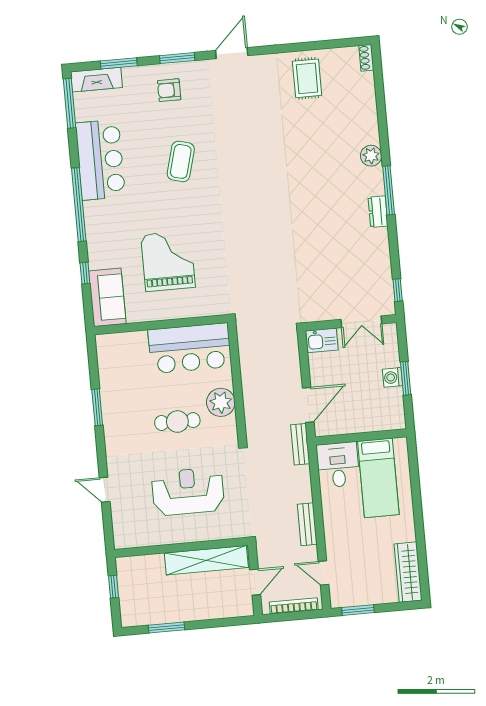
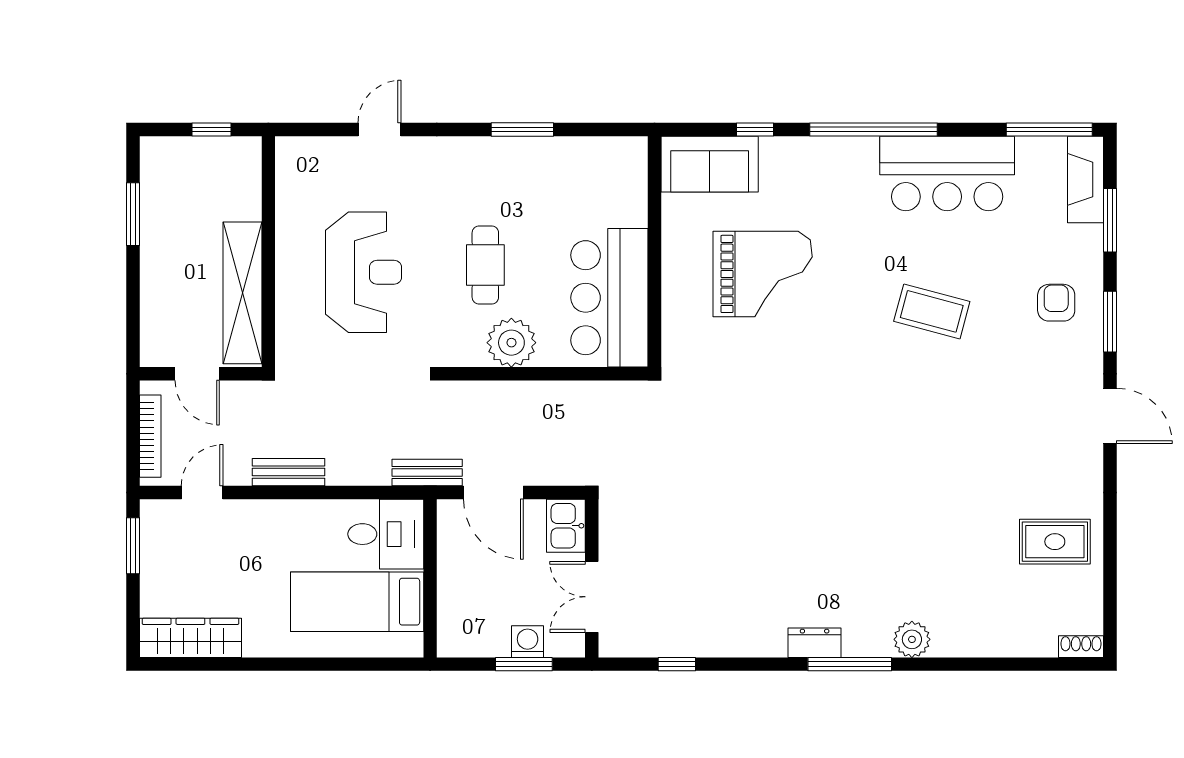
double door: (361, 322) -> (592, 597), moved
wall: (351, 323) -> (592, 578), moved
kitchen sink: (322, 340) -> (566, 526), moved

